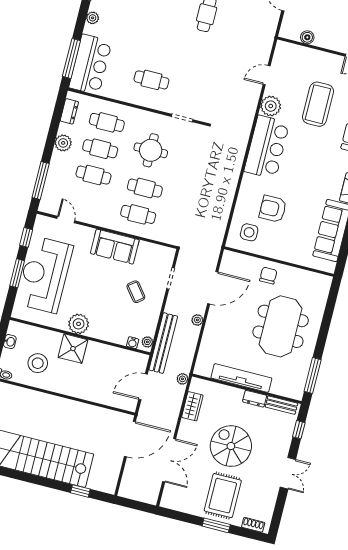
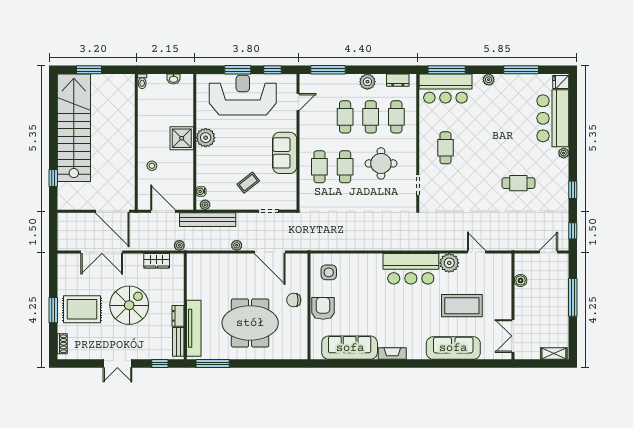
armchair: (273, 209) -> (323, 308), moved
chair: (268, 276) -> (294, 300), turned 180
stool: (38, 363) -> (152, 166), moved, width x0.53, depth x0.53
tv unit: (241, 378) -> (194, 328), moved

